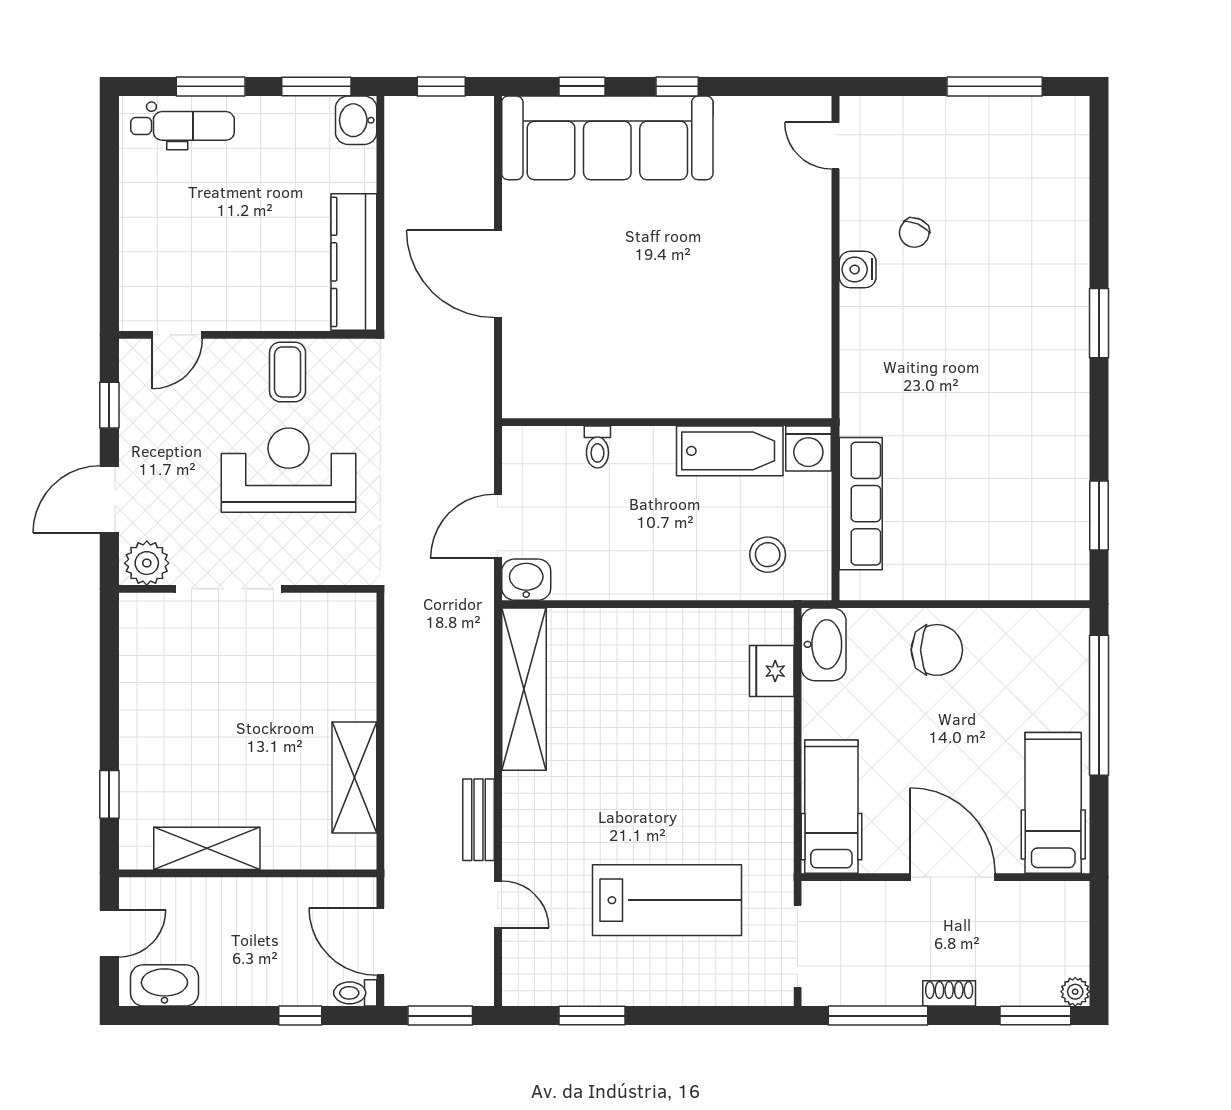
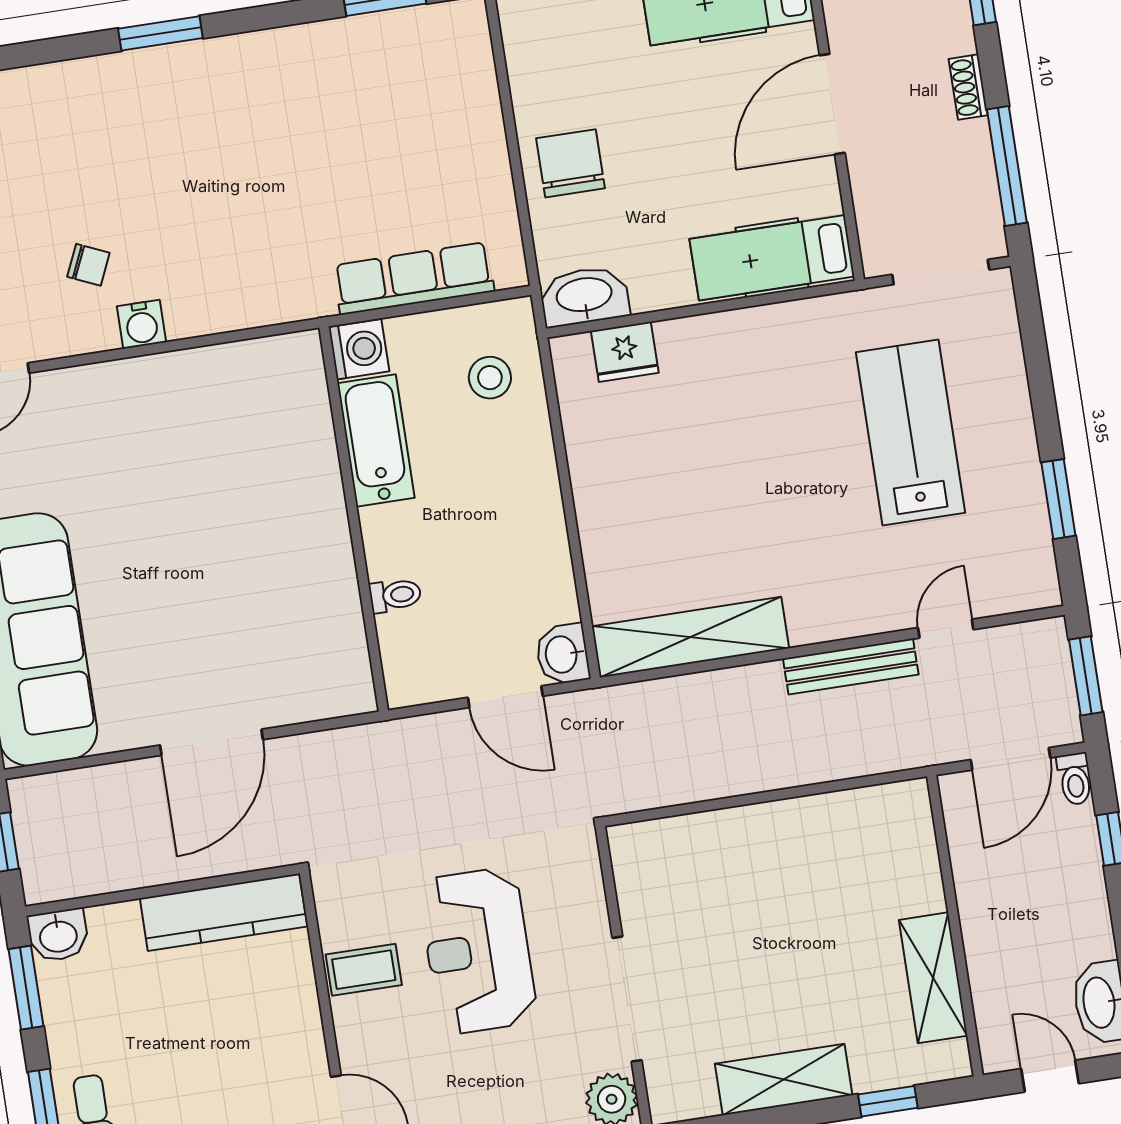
shelving: (354, 777) -> (784, 1079), moved
bench: (479, 820) -> (851, 666), width x1.36

